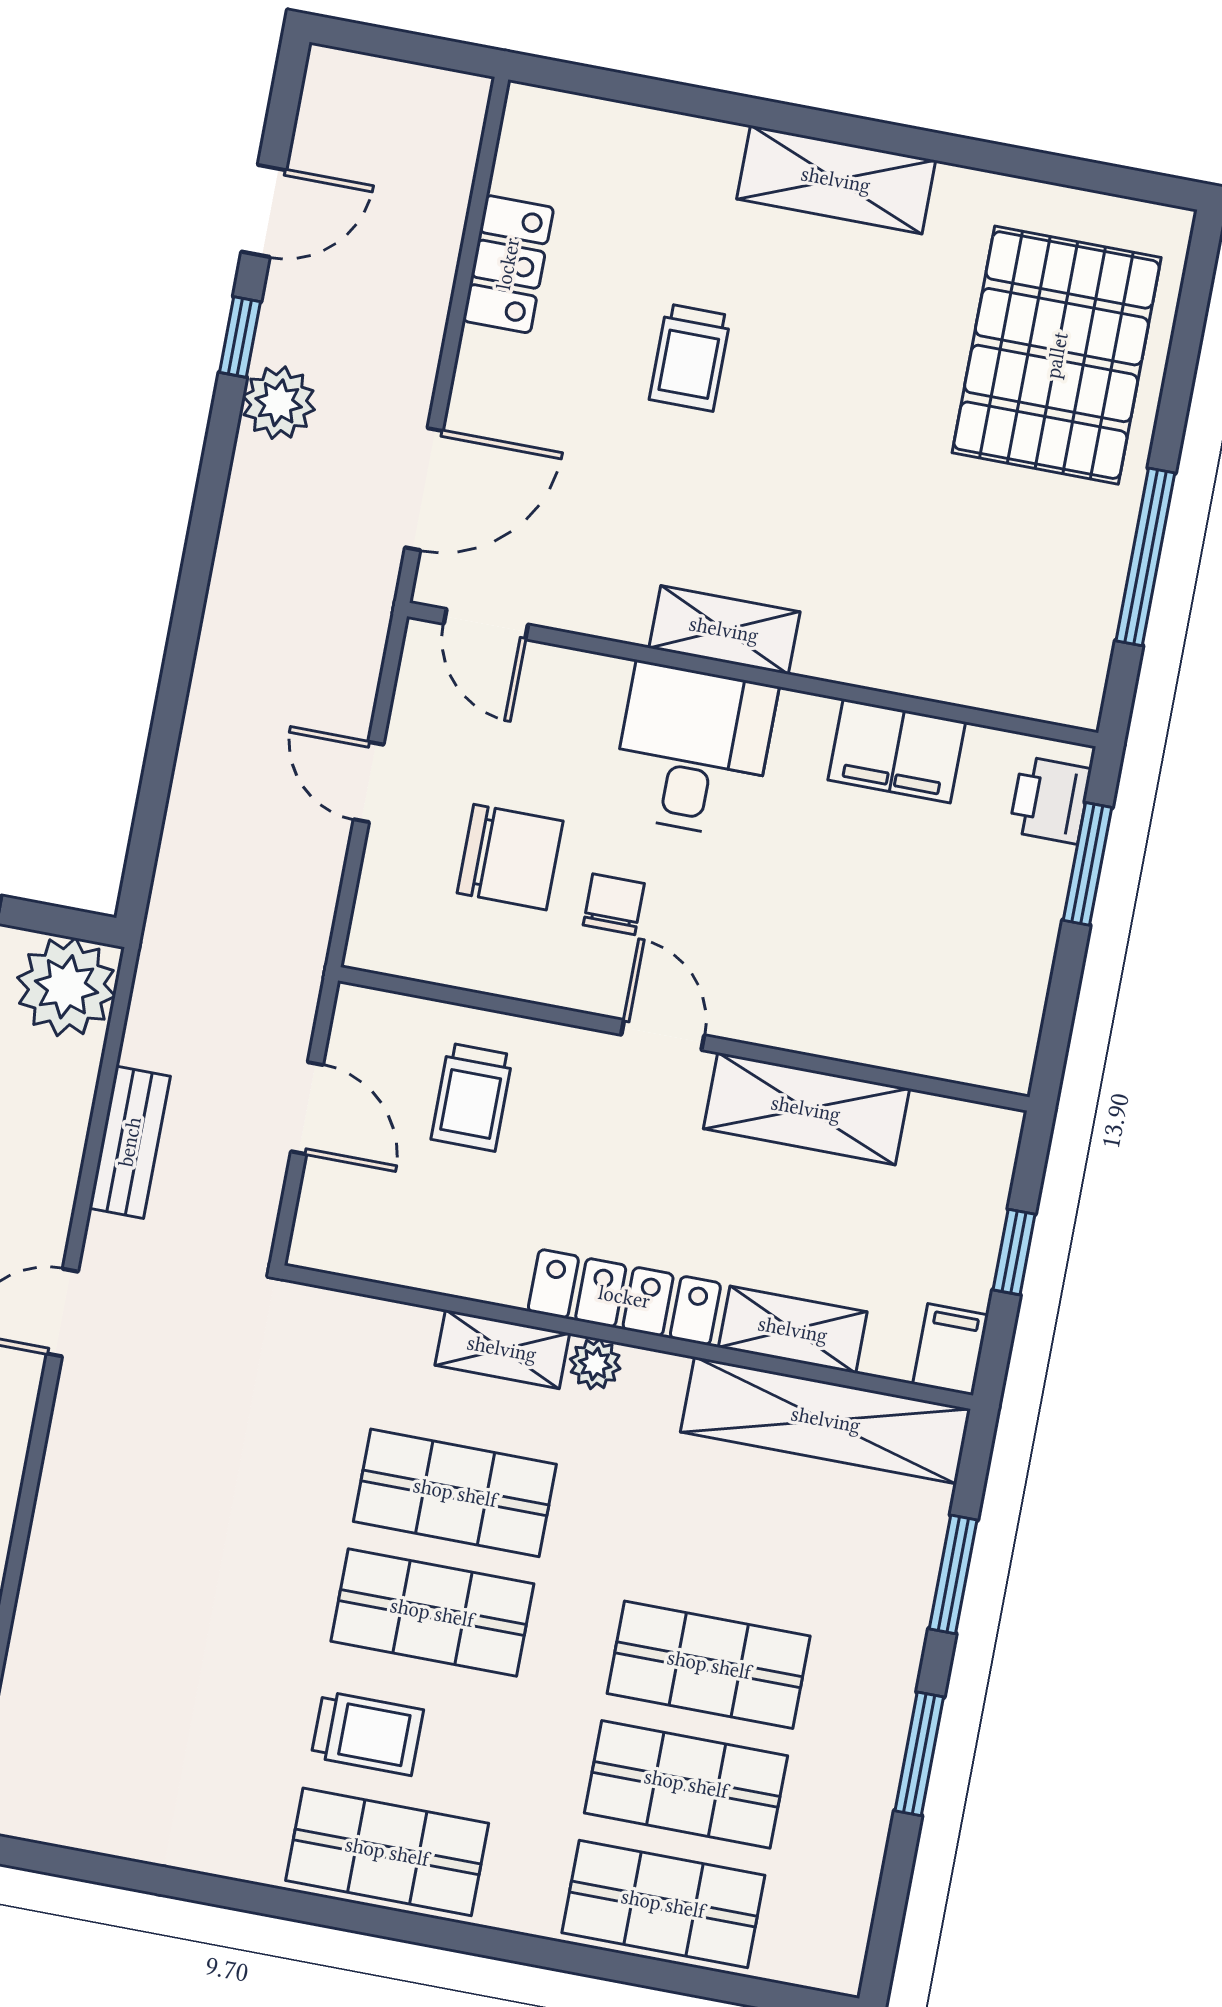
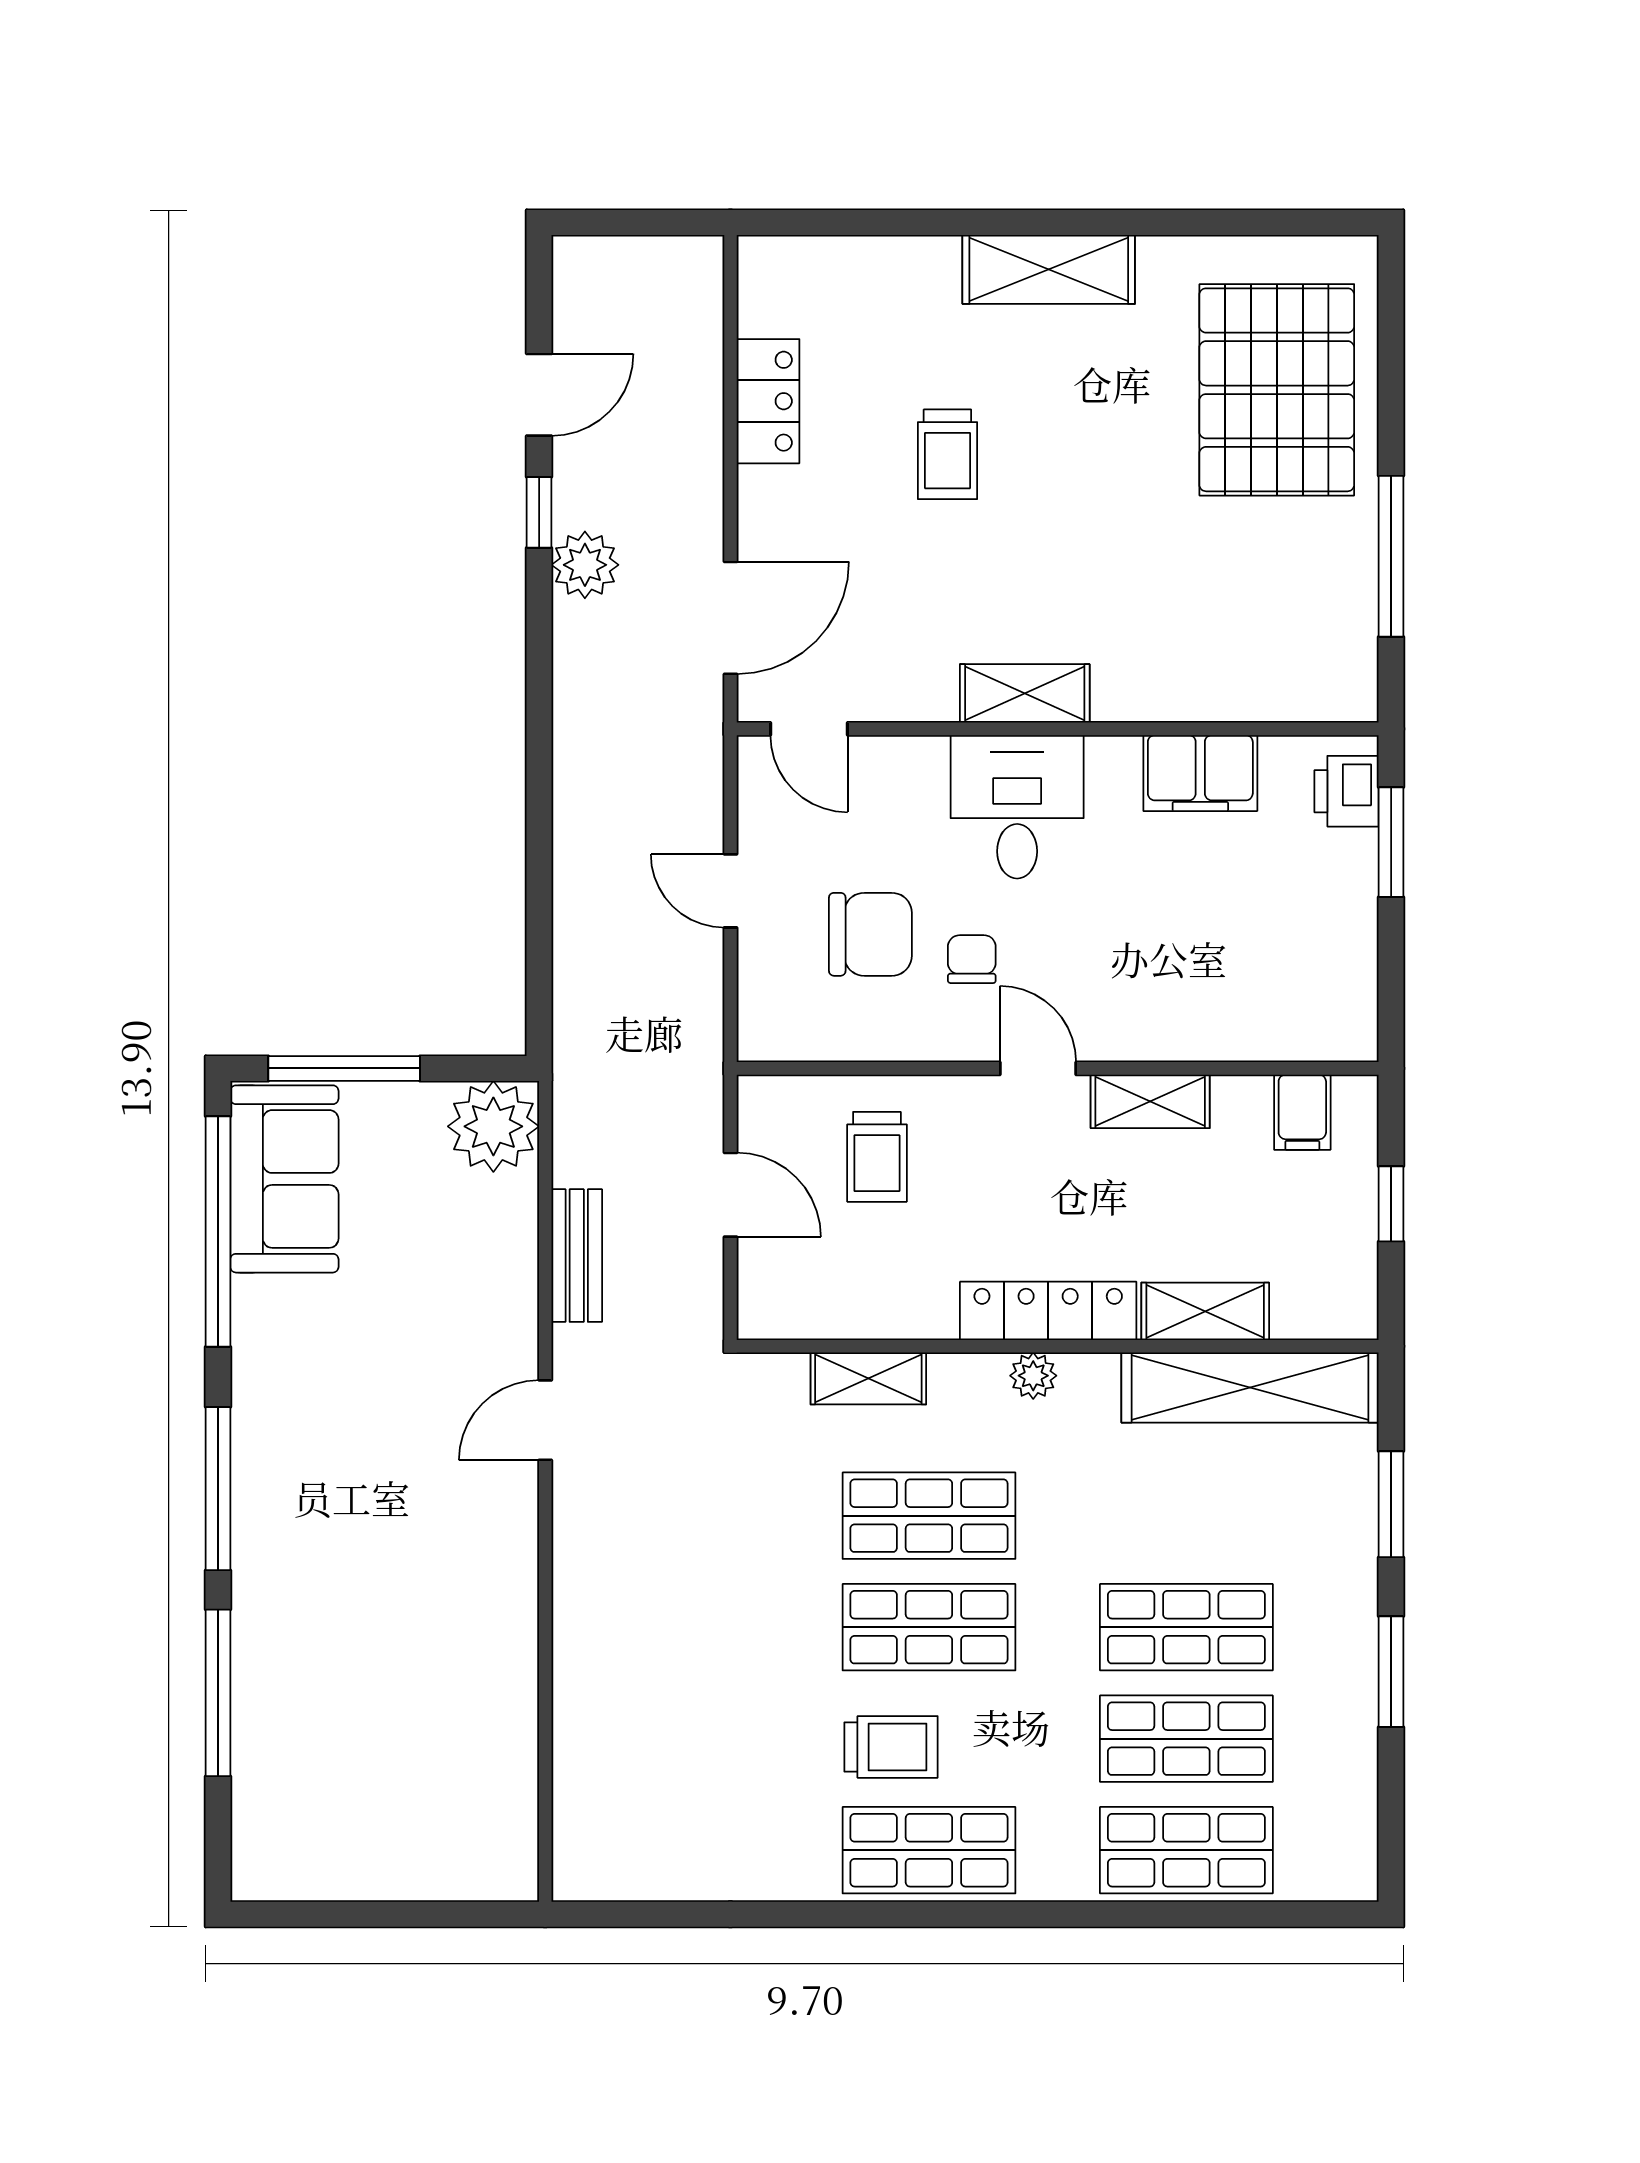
shelving: (806, 1109) -> (1150, 1101), width x0.67, depth x0.75
shelving: (502, 1349) -> (868, 1378), moved
filing cabinet: (951, 1350) -> (1302, 1112), moved, turned 180

